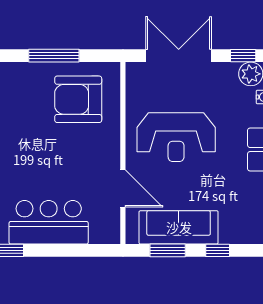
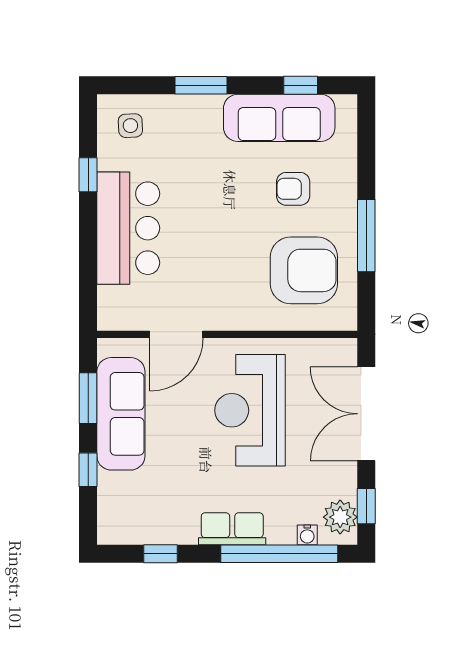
double door: (179, 56) -> (366, 414), swing flipped
armchair: (78, 99) -> (304, 270), turned 90
armchair: (21, 107) -> (293, 189), added

